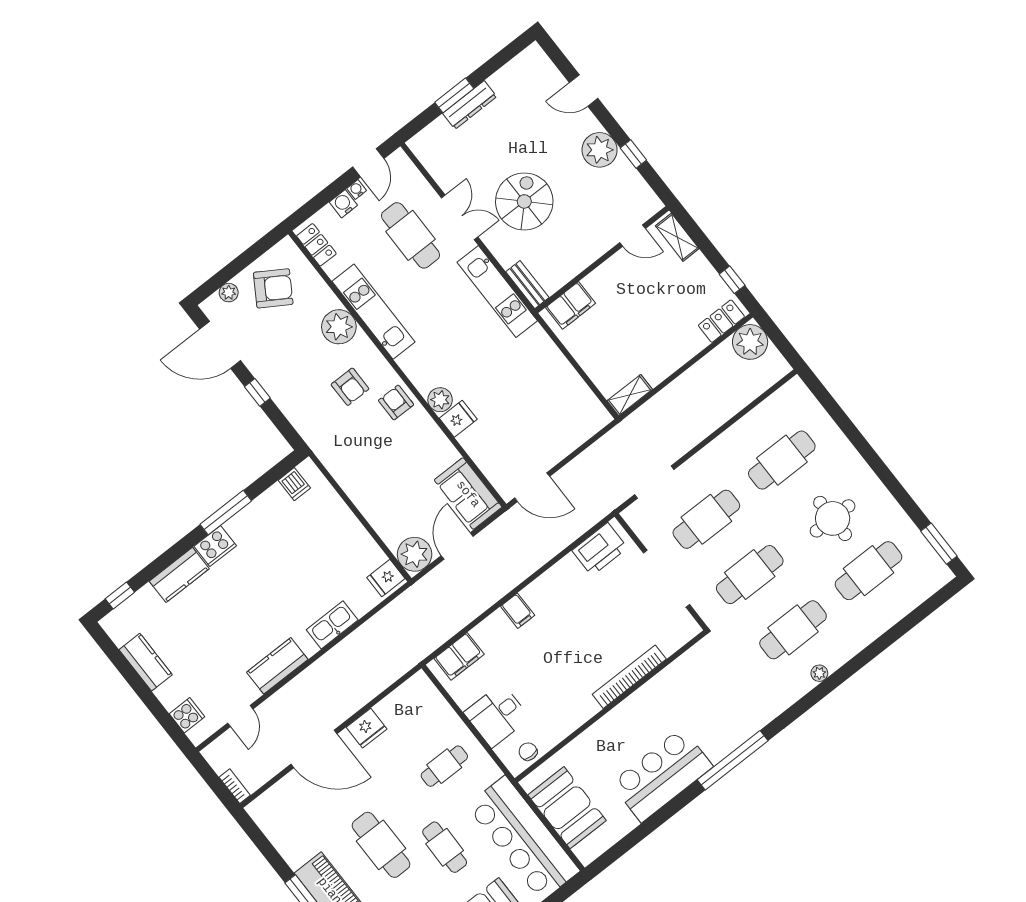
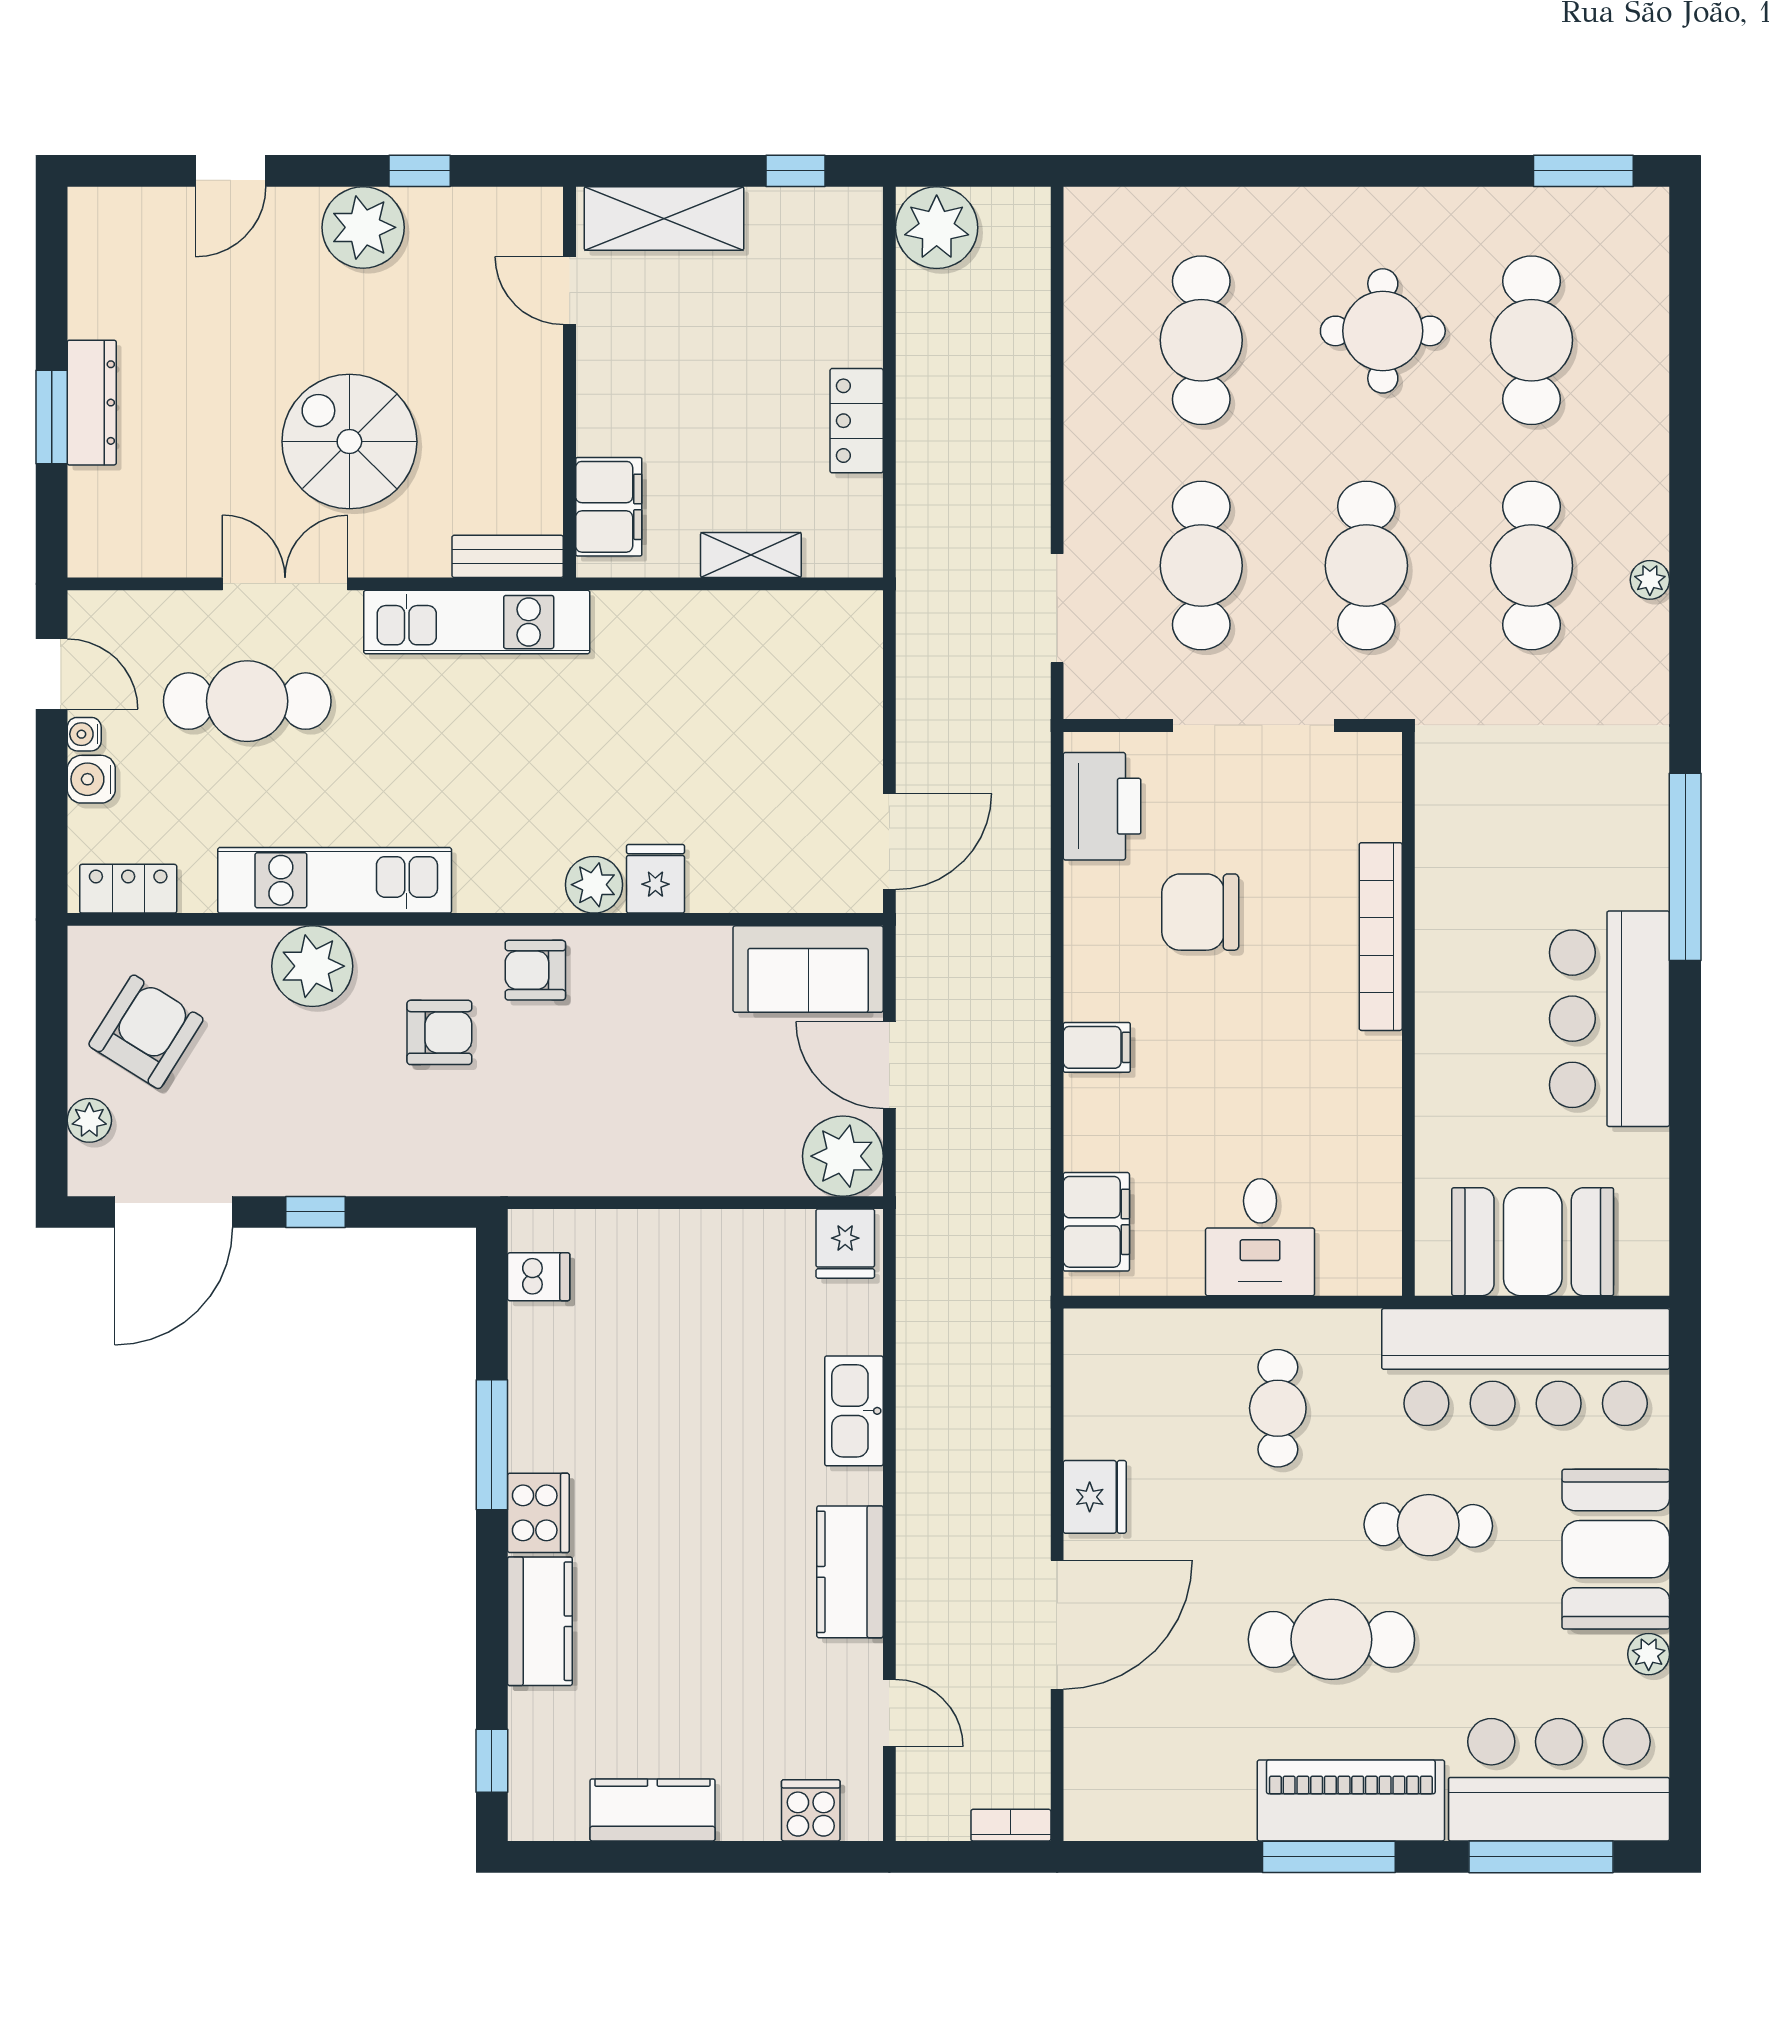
door: (633, 236) -> (570, 291), swing flipped
shelving: (677, 237) -> (664, 218), width x1.50, depth x1.33
locker: (721, 321) -> (857, 421), moved
shelving: (630, 395) -> (751, 555), moved, turned 90
chair: (528, 752) -> (1200, 912), moved, width x1.87, depth x1.87

